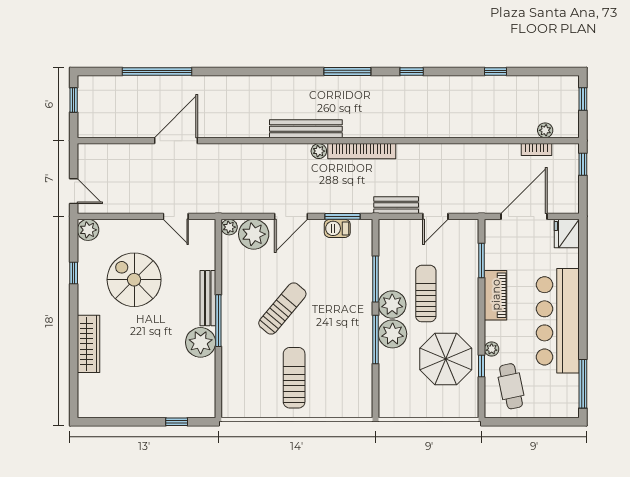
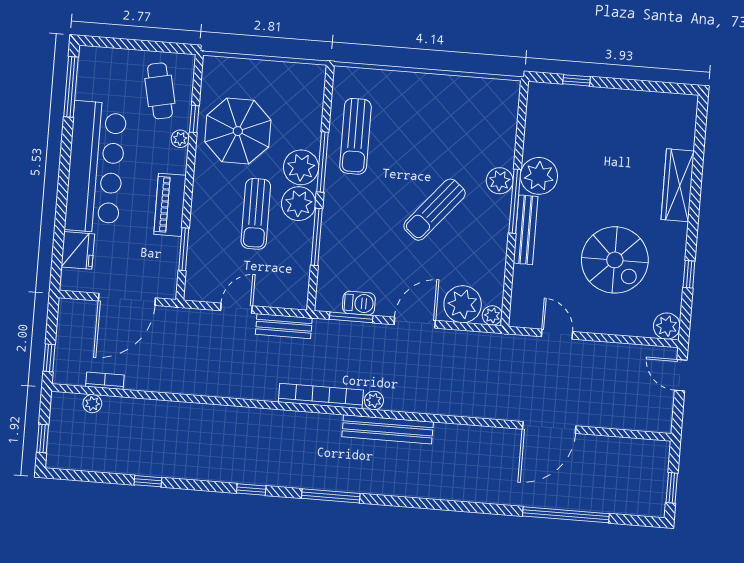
fridge: (567, 234) -> (78, 250), moved
plant: (232, 336) -> (500, 181), added
sun lounger: (294, 378) -> (355, 136), moved

